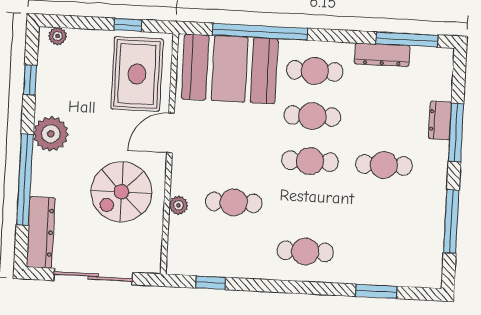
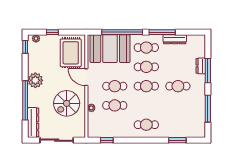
window: (128, 25) -> (52, 32), moved
window: (407, 40) -> (162, 32), moved
window: (30, 80) -> (25, 47), moved
door: (171, 133) -> (86, 77), hinge flipped
cafe table: (236, 157) -> (115, 86), added

